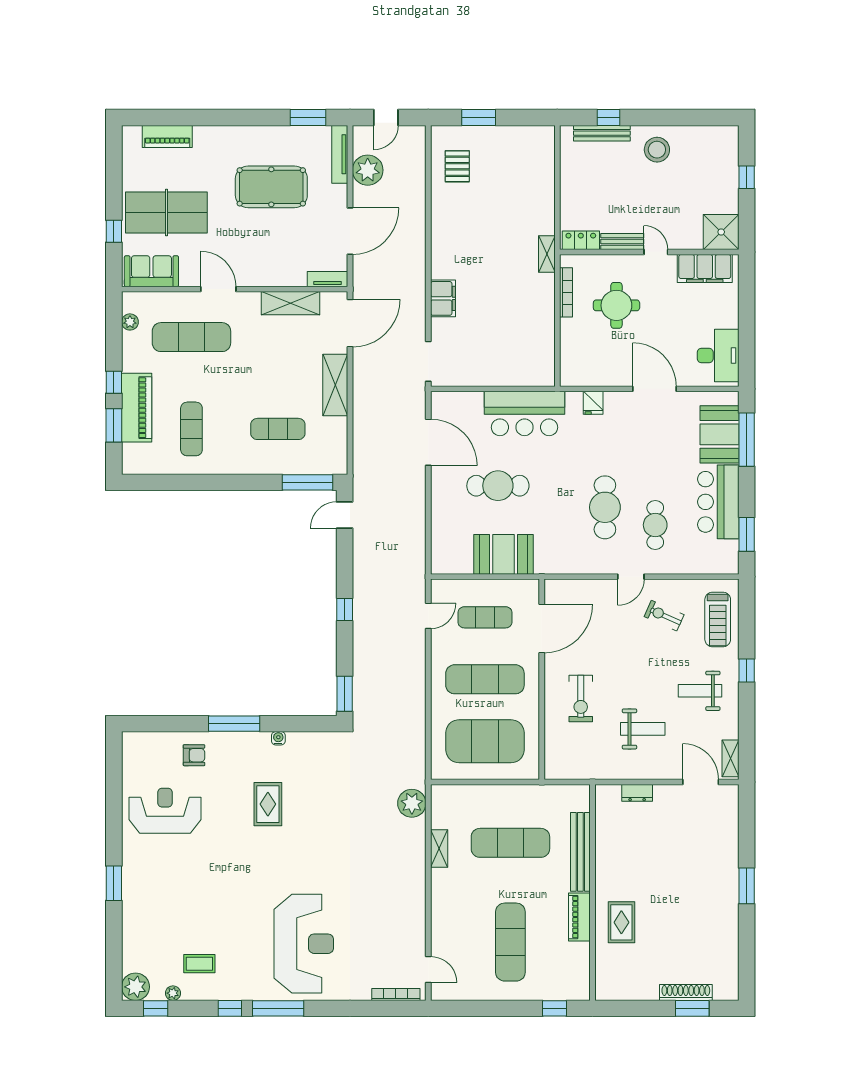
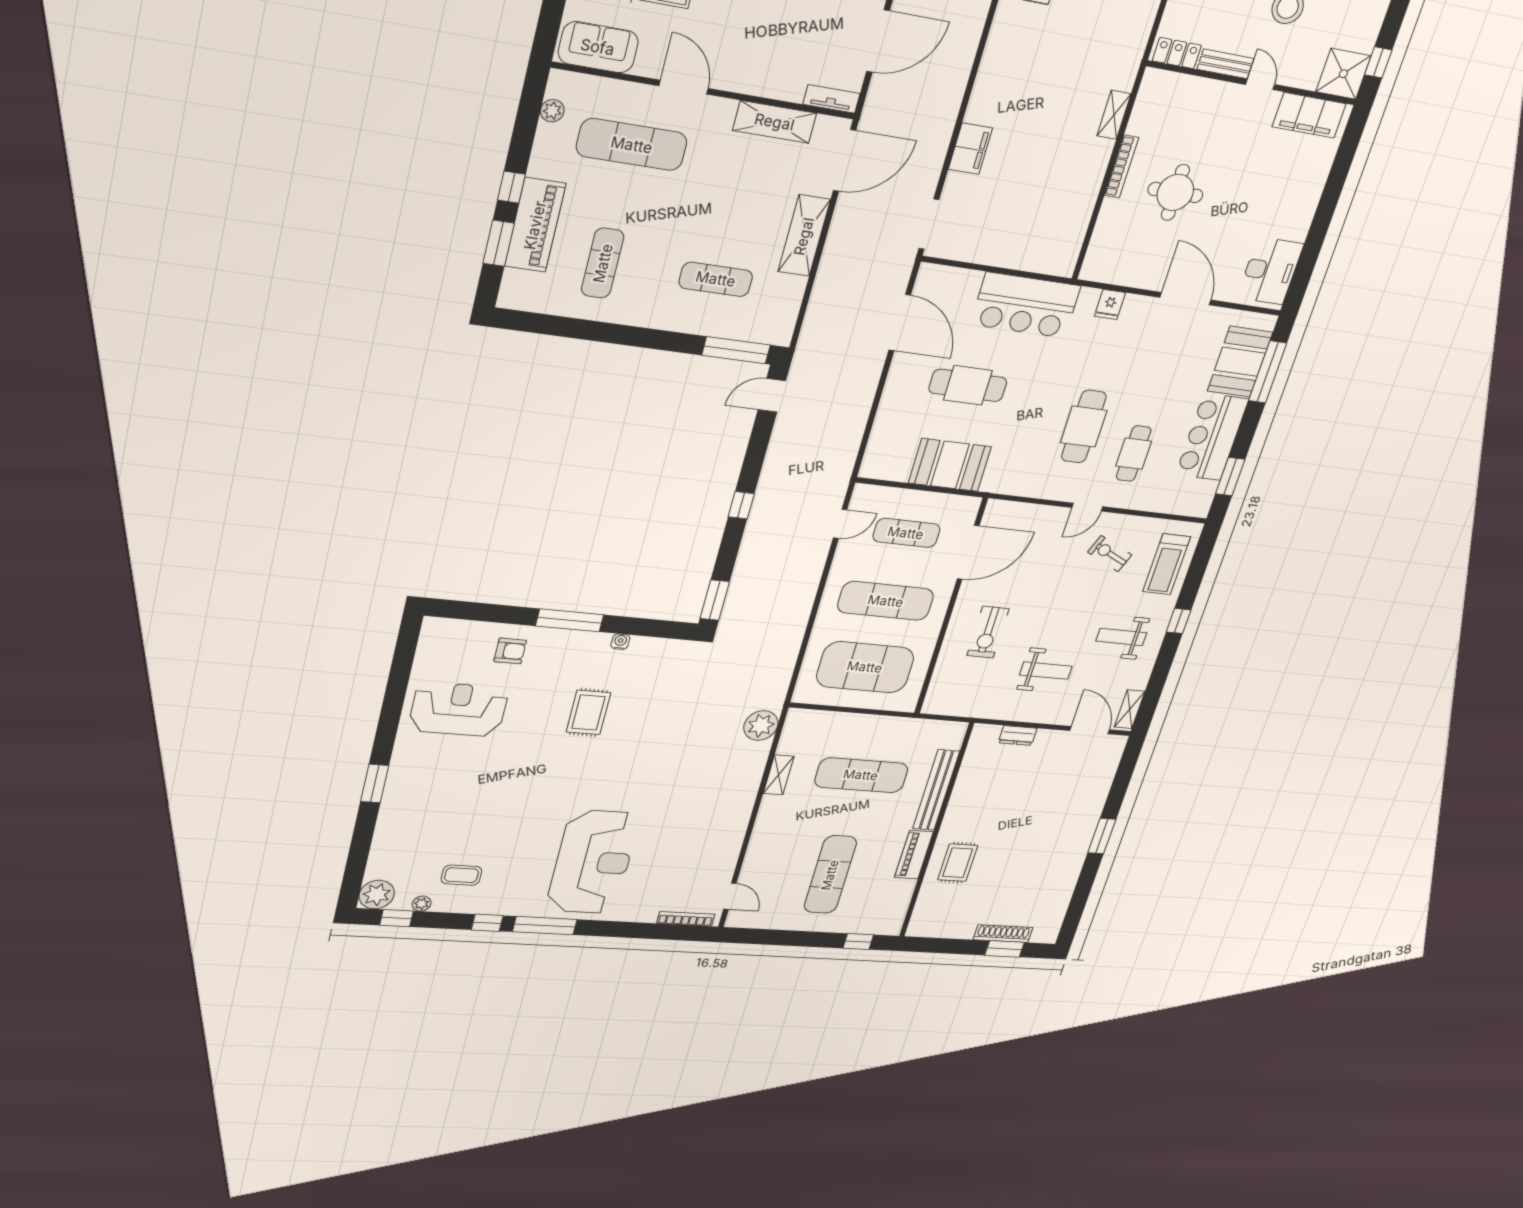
shower: (721, 232) -> (1343, 74), moved
locker: (581, 240) -> (1177, 53), moved
bench: (622, 241) -> (1225, 64), moved
wall: (649, 252) -> (1252, 83), moved
door: (656, 252) -> (1260, 84), moved
filing cabinet: (705, 268) -> (1309, 115), moved

